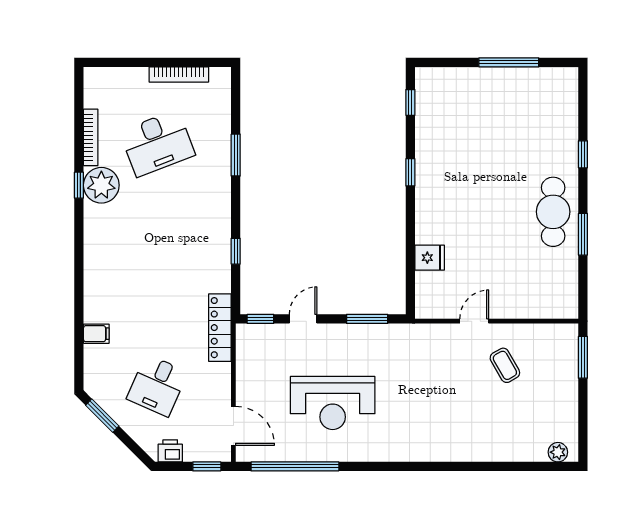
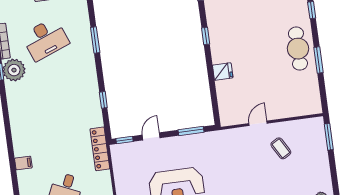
fridge: (430, 258) -> (223, 71), moved

